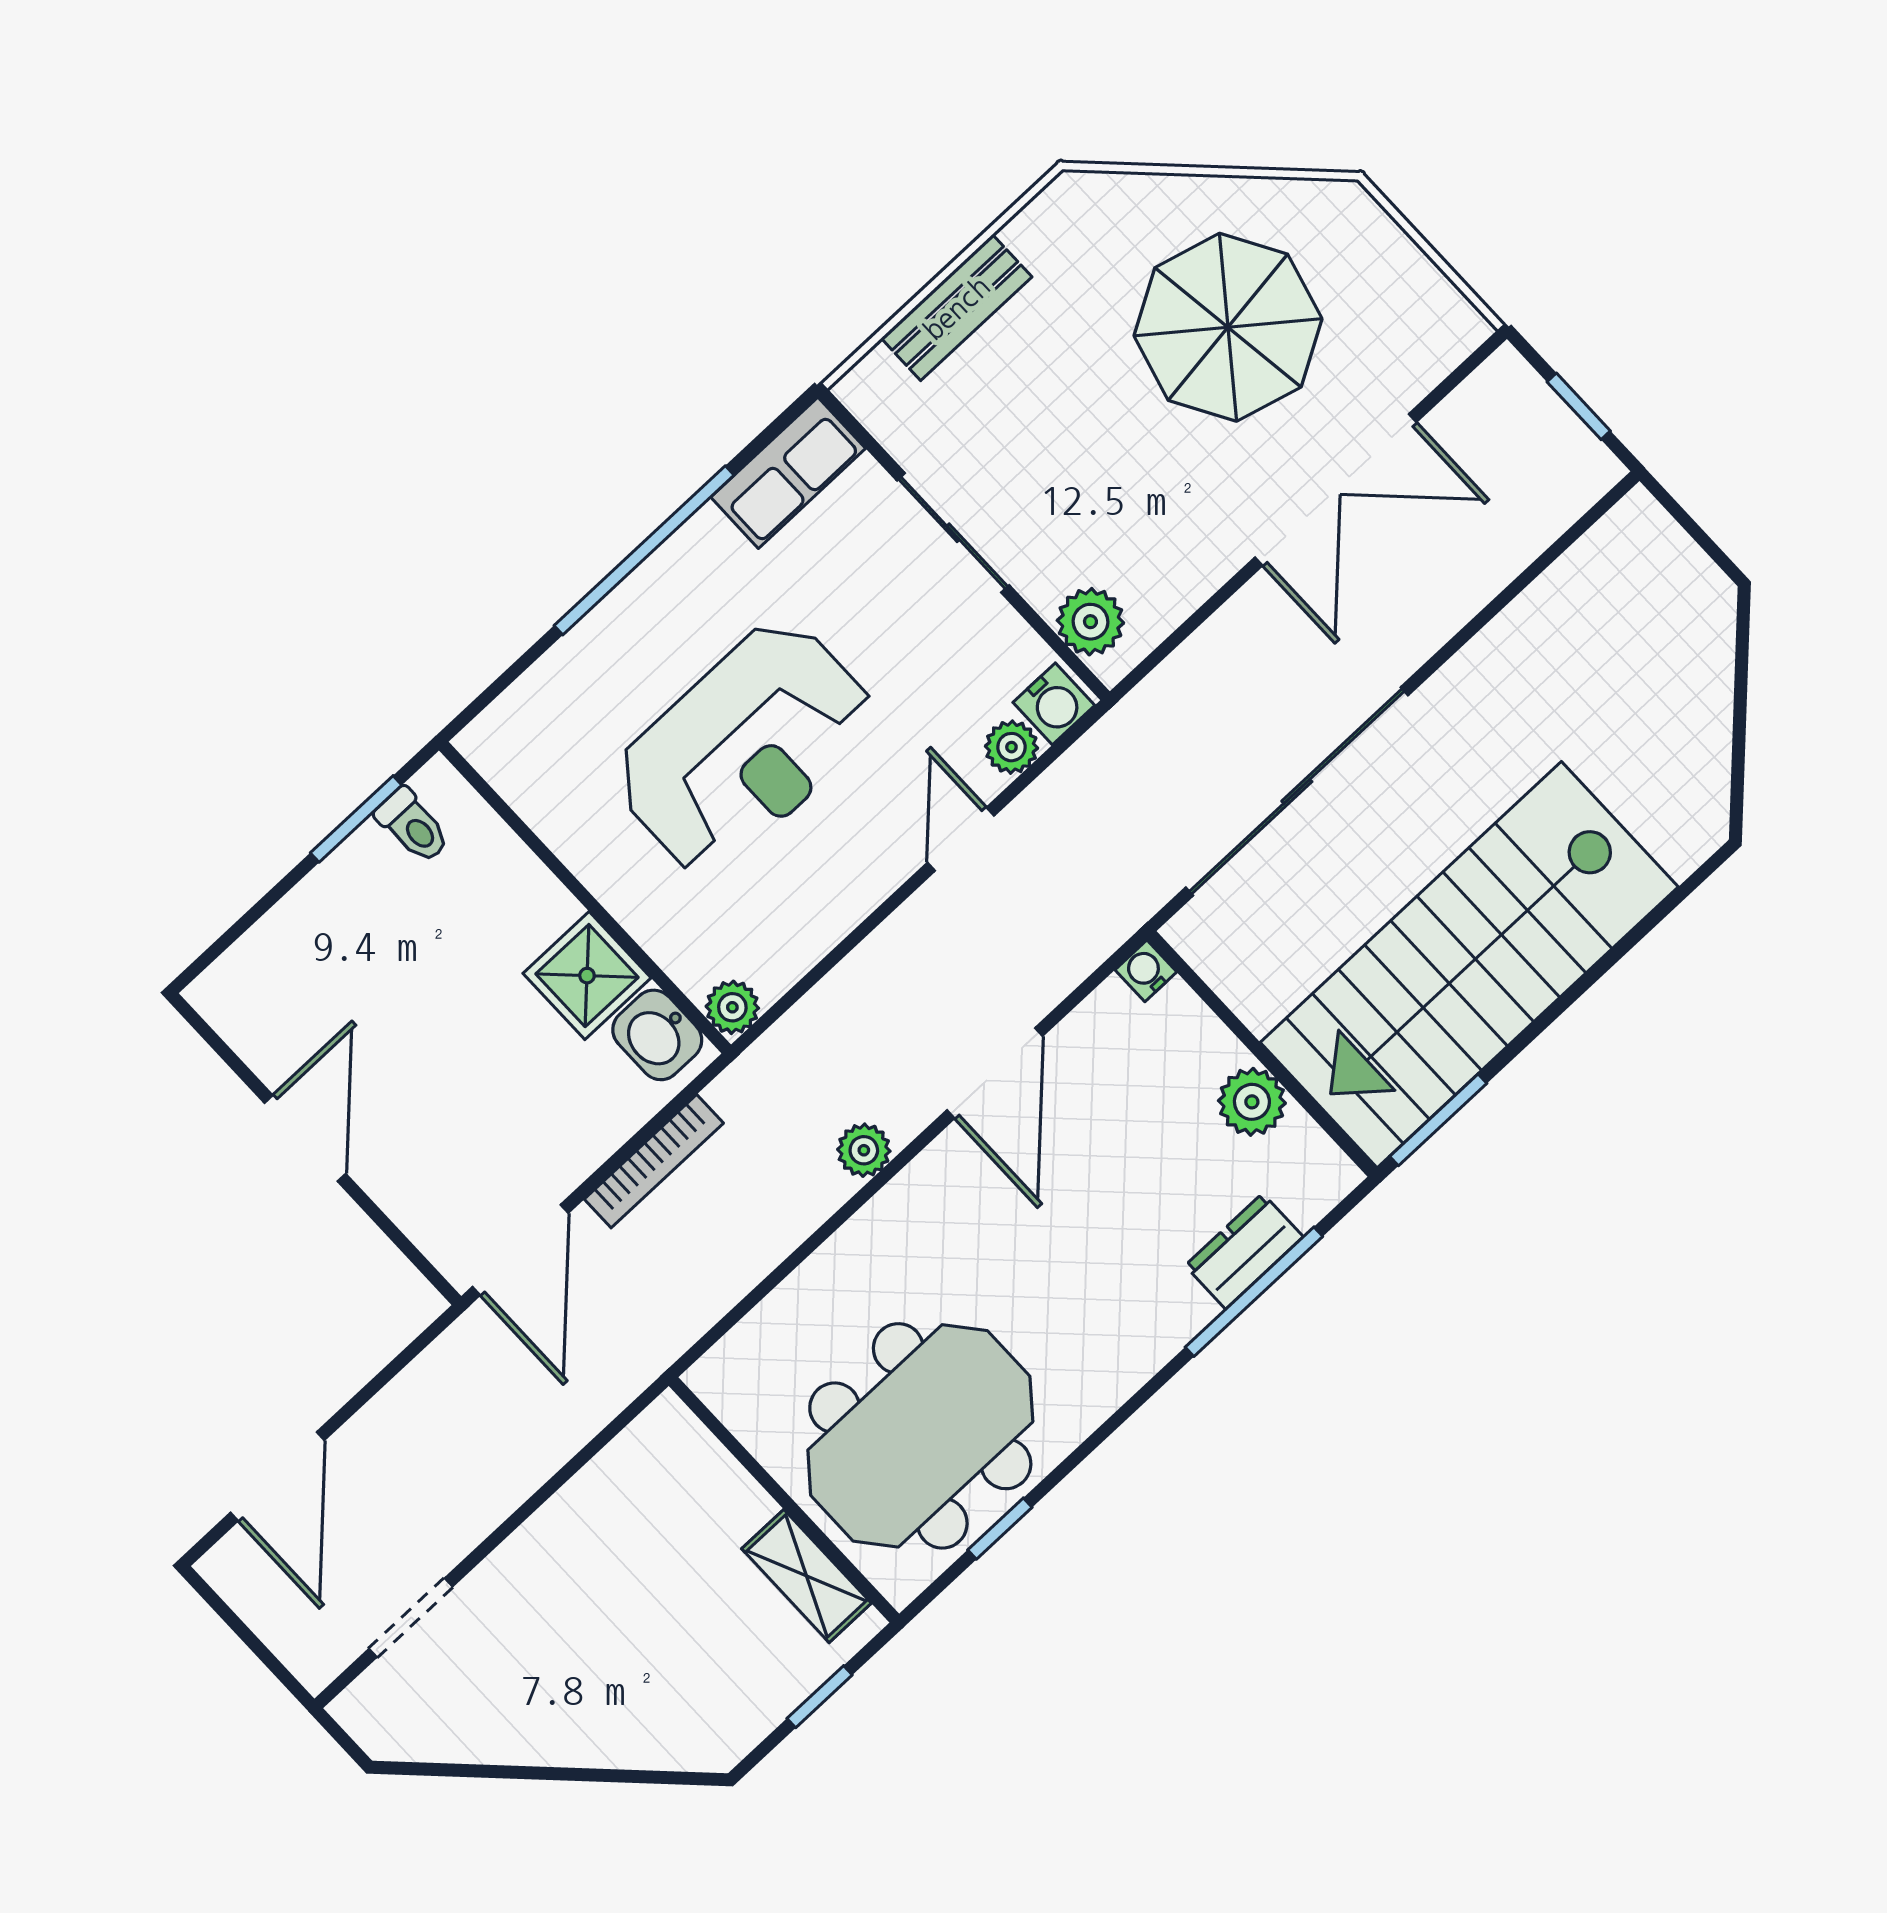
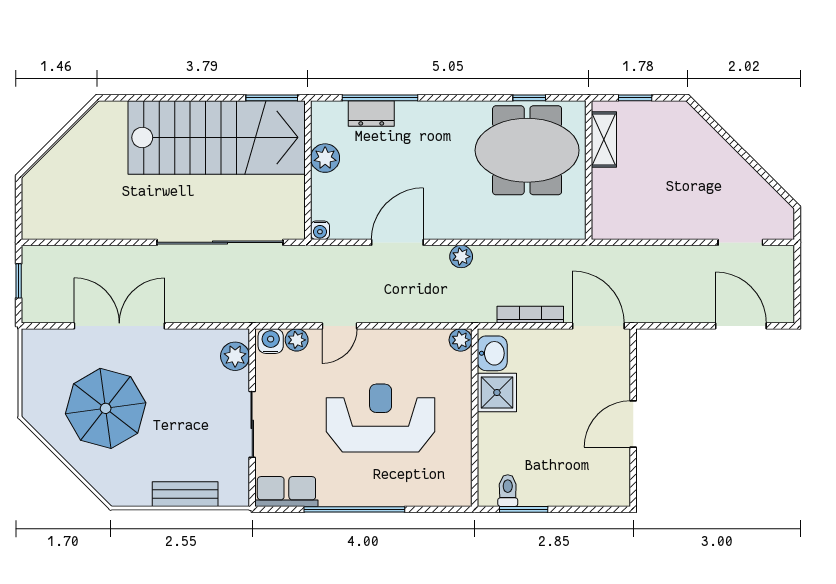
door: (520, 1250) -> (598, 326), hinge flipped
door: (277, 1476) -> (741, 326), hinge flipped

